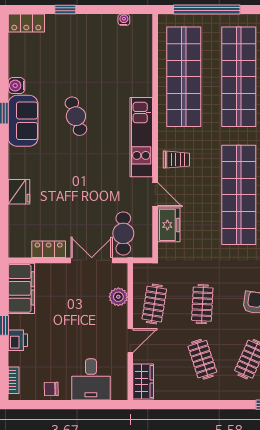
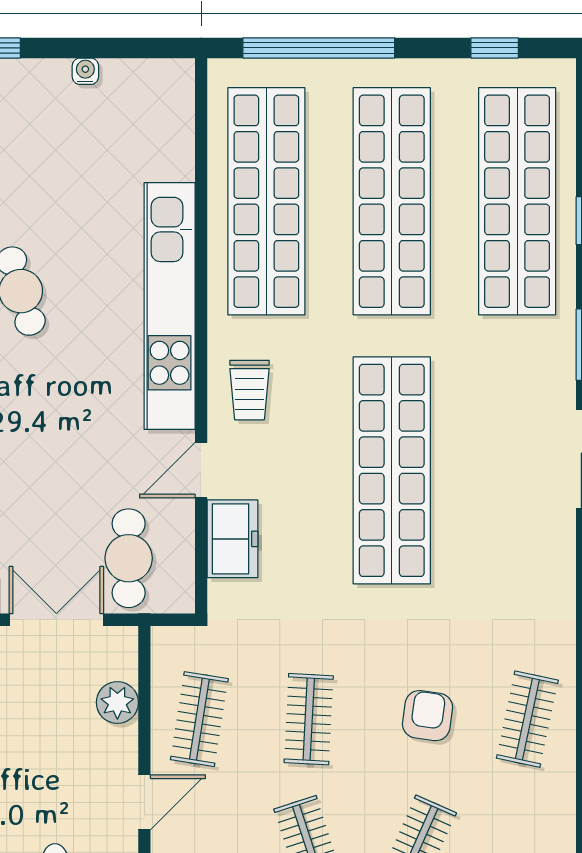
water cooler: (124, 20) -> (85, 71), moved
kitchen unit: (141, 137) -> (170, 306), width x1.36
trolley: (176, 160) -> (249, 390), turned 90
door: (155, 195) -> (201, 470), swing flipped

